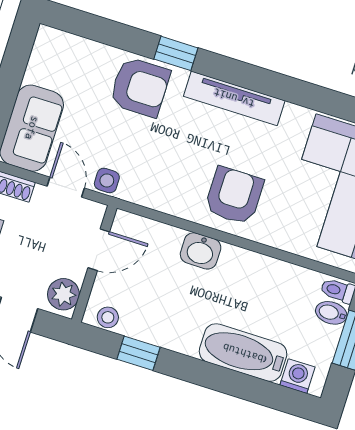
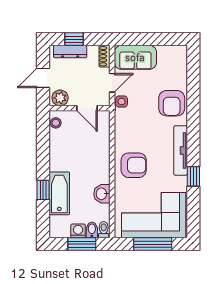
window: (176, 53) -> (193, 176), moved
washbasin: (201, 251) -> (102, 194), moved
window: (139, 353) -> (43, 190), moved
washing machine: (297, 376) -> (78, 231), moved, turned -90

